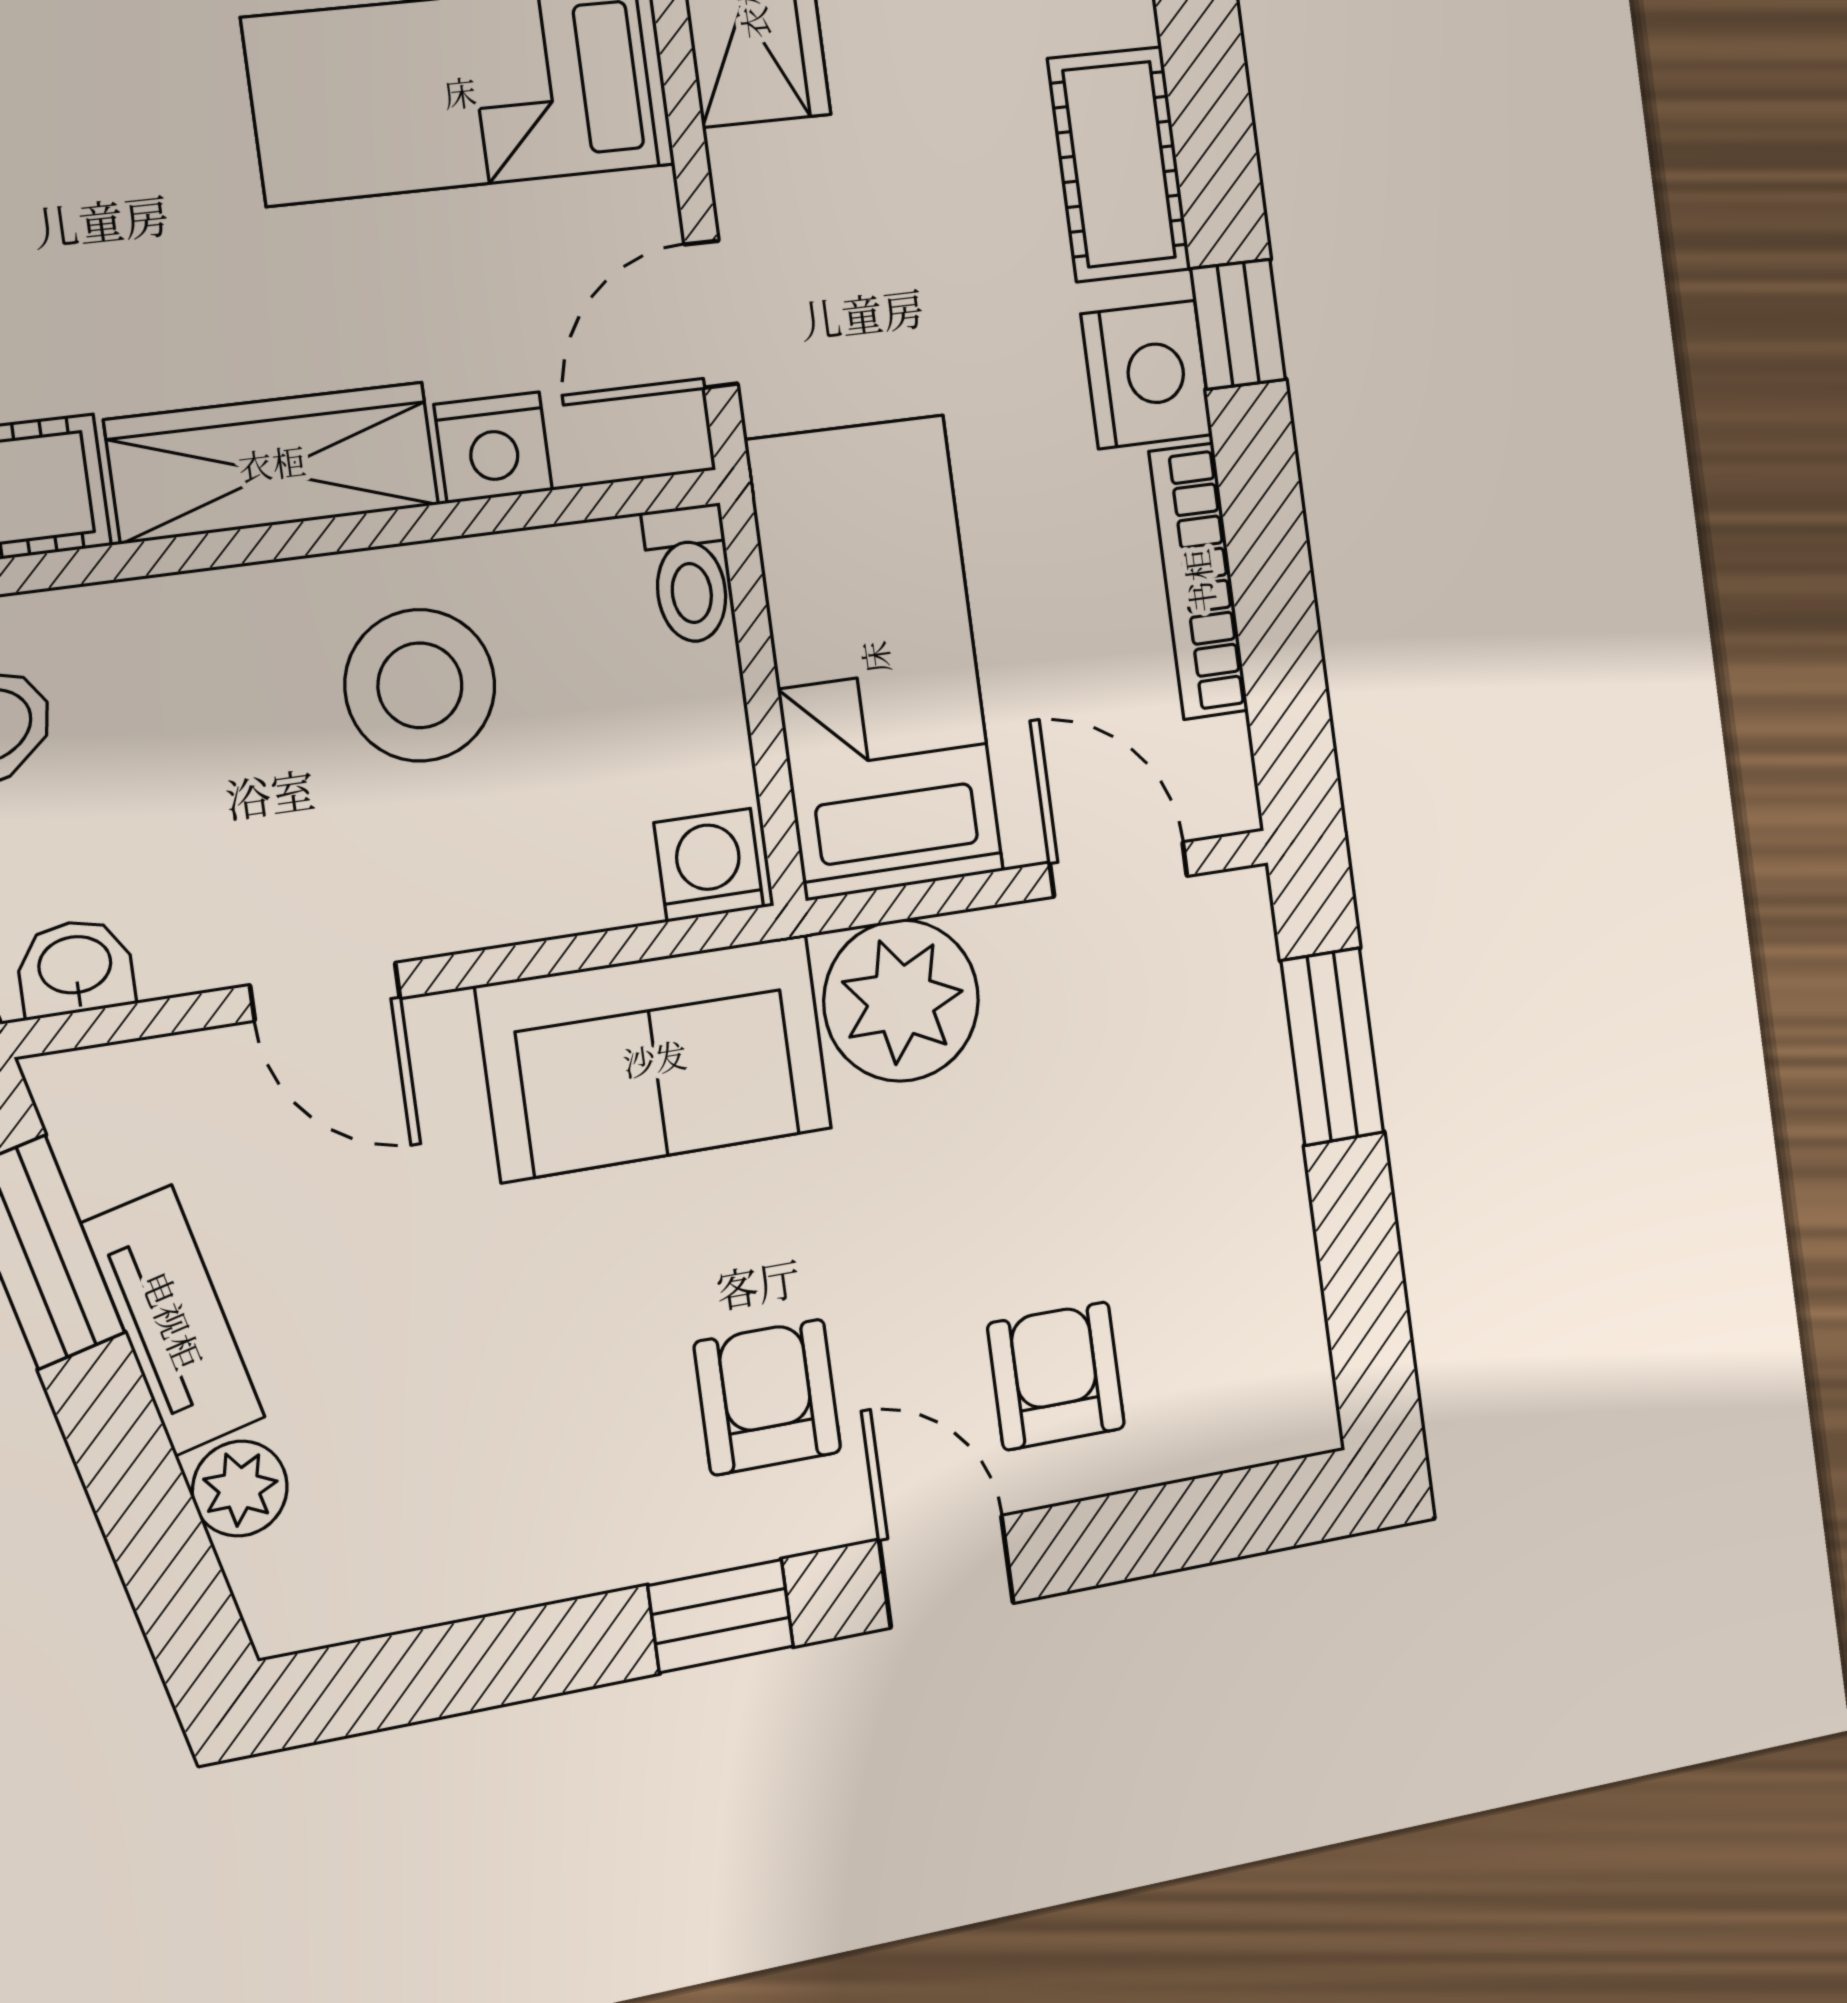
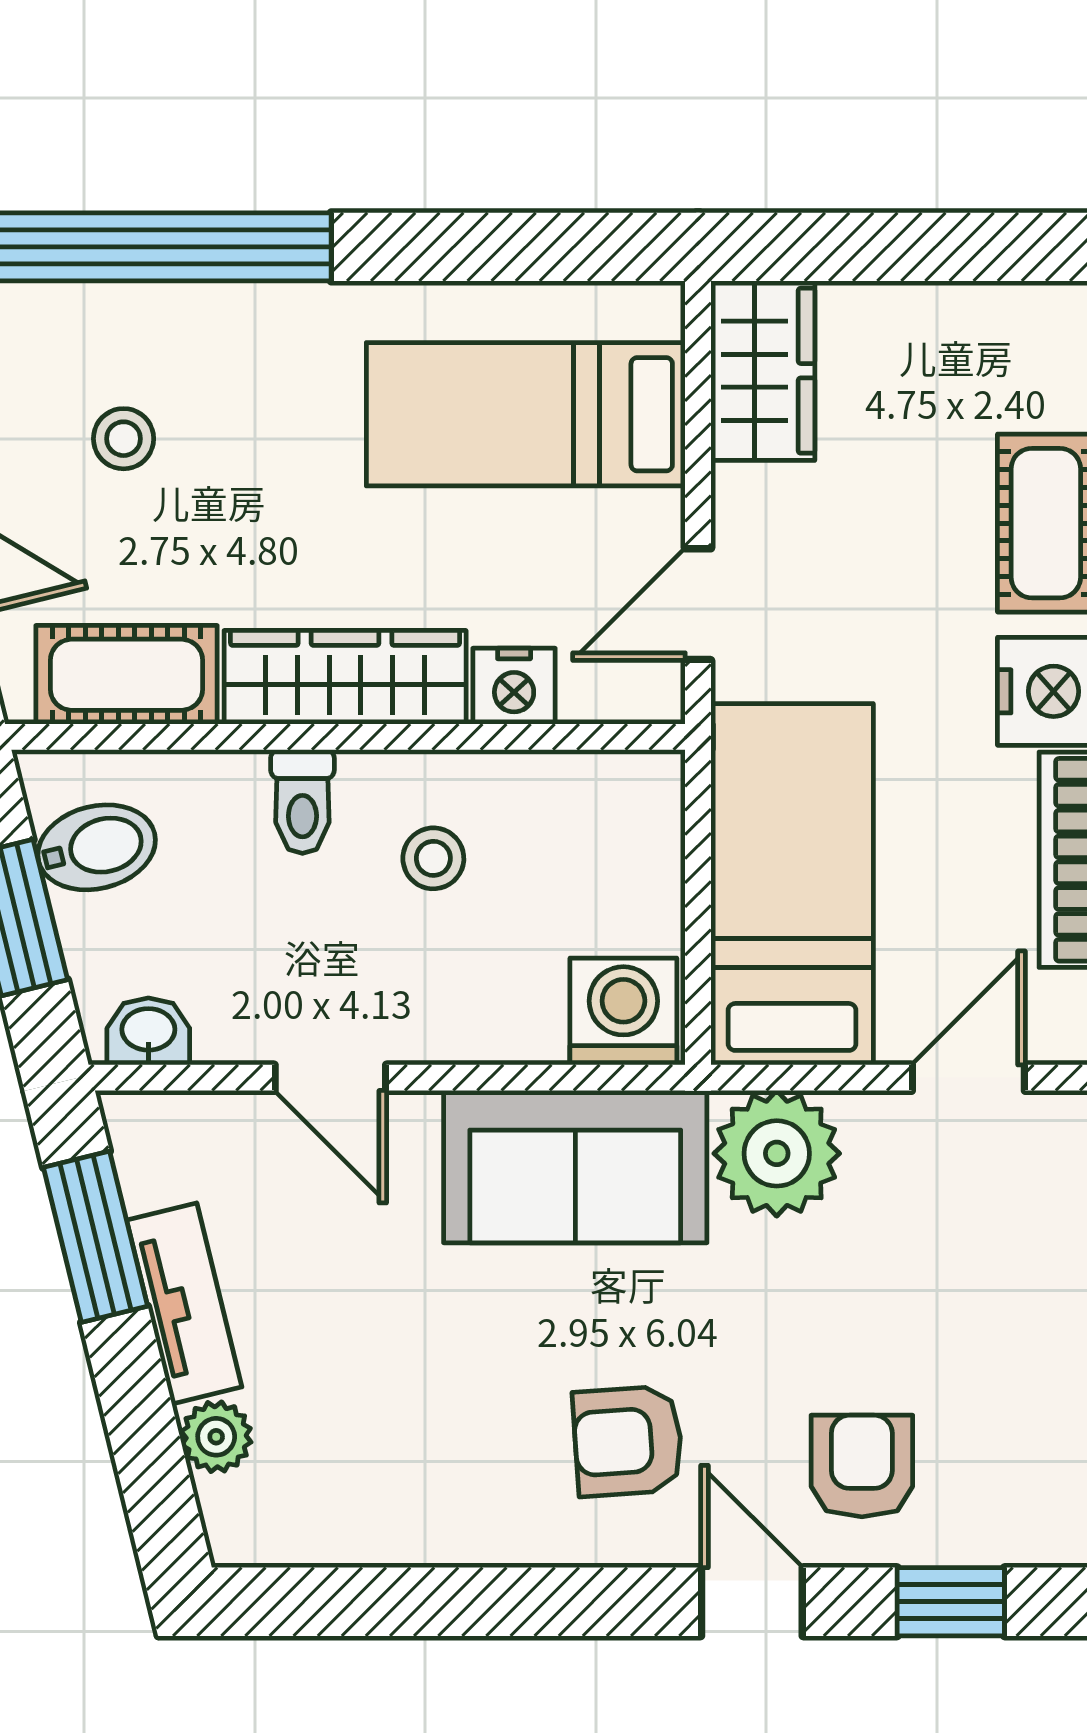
toilet: (689, 574) -> (302, 802), moved
stool: (420, 685) -> (433, 858), width x0.53, depth x0.53
washing machine: (709, 865) -> (623, 1011), width x1.38, depth x1.38
door: (1119, 869) -> (968, 1078), hinge flipped
armchair: (767, 1397) -> (628, 1441), turned -94
window: (721, 1616) -> (951, 1602), moved

